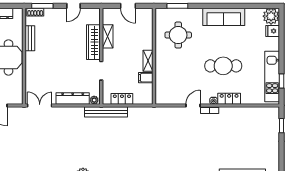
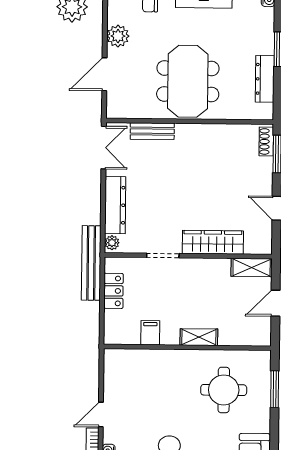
shelving: (108, 36) -> (252, 268), moved
bench: (30, 38) -> (152, 131), moved
shelving: (148, 61) -> (199, 337), moved
door: (193, 105) -> (101, 415), swing flipped

